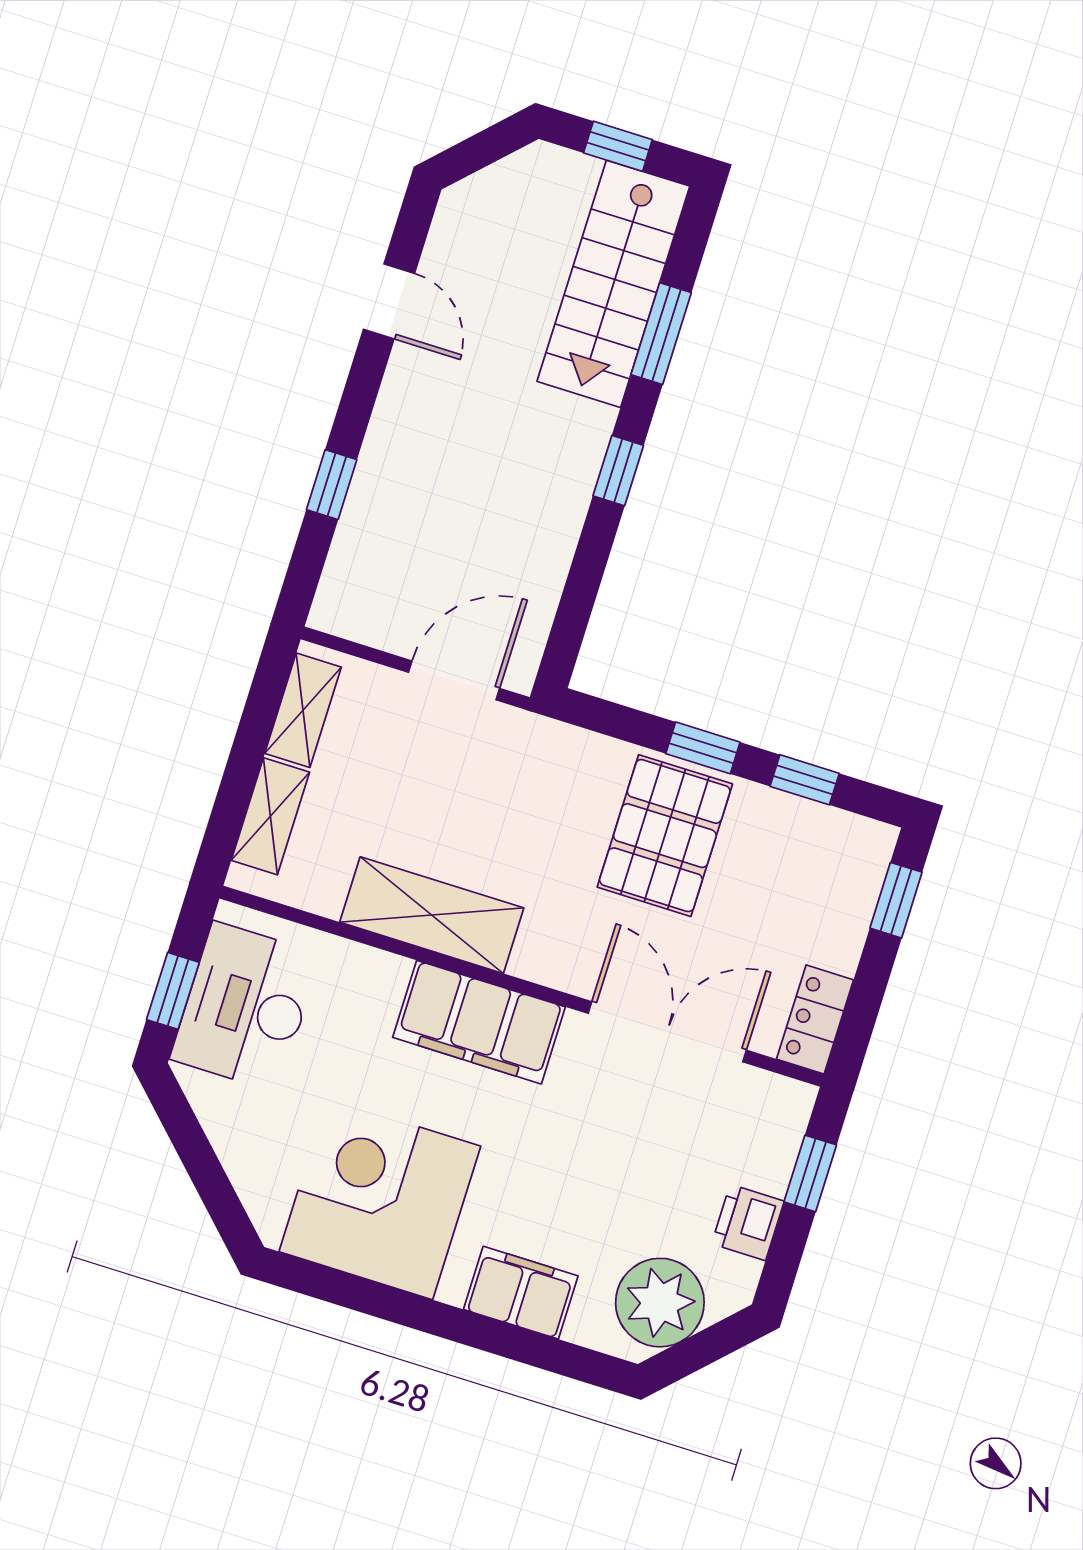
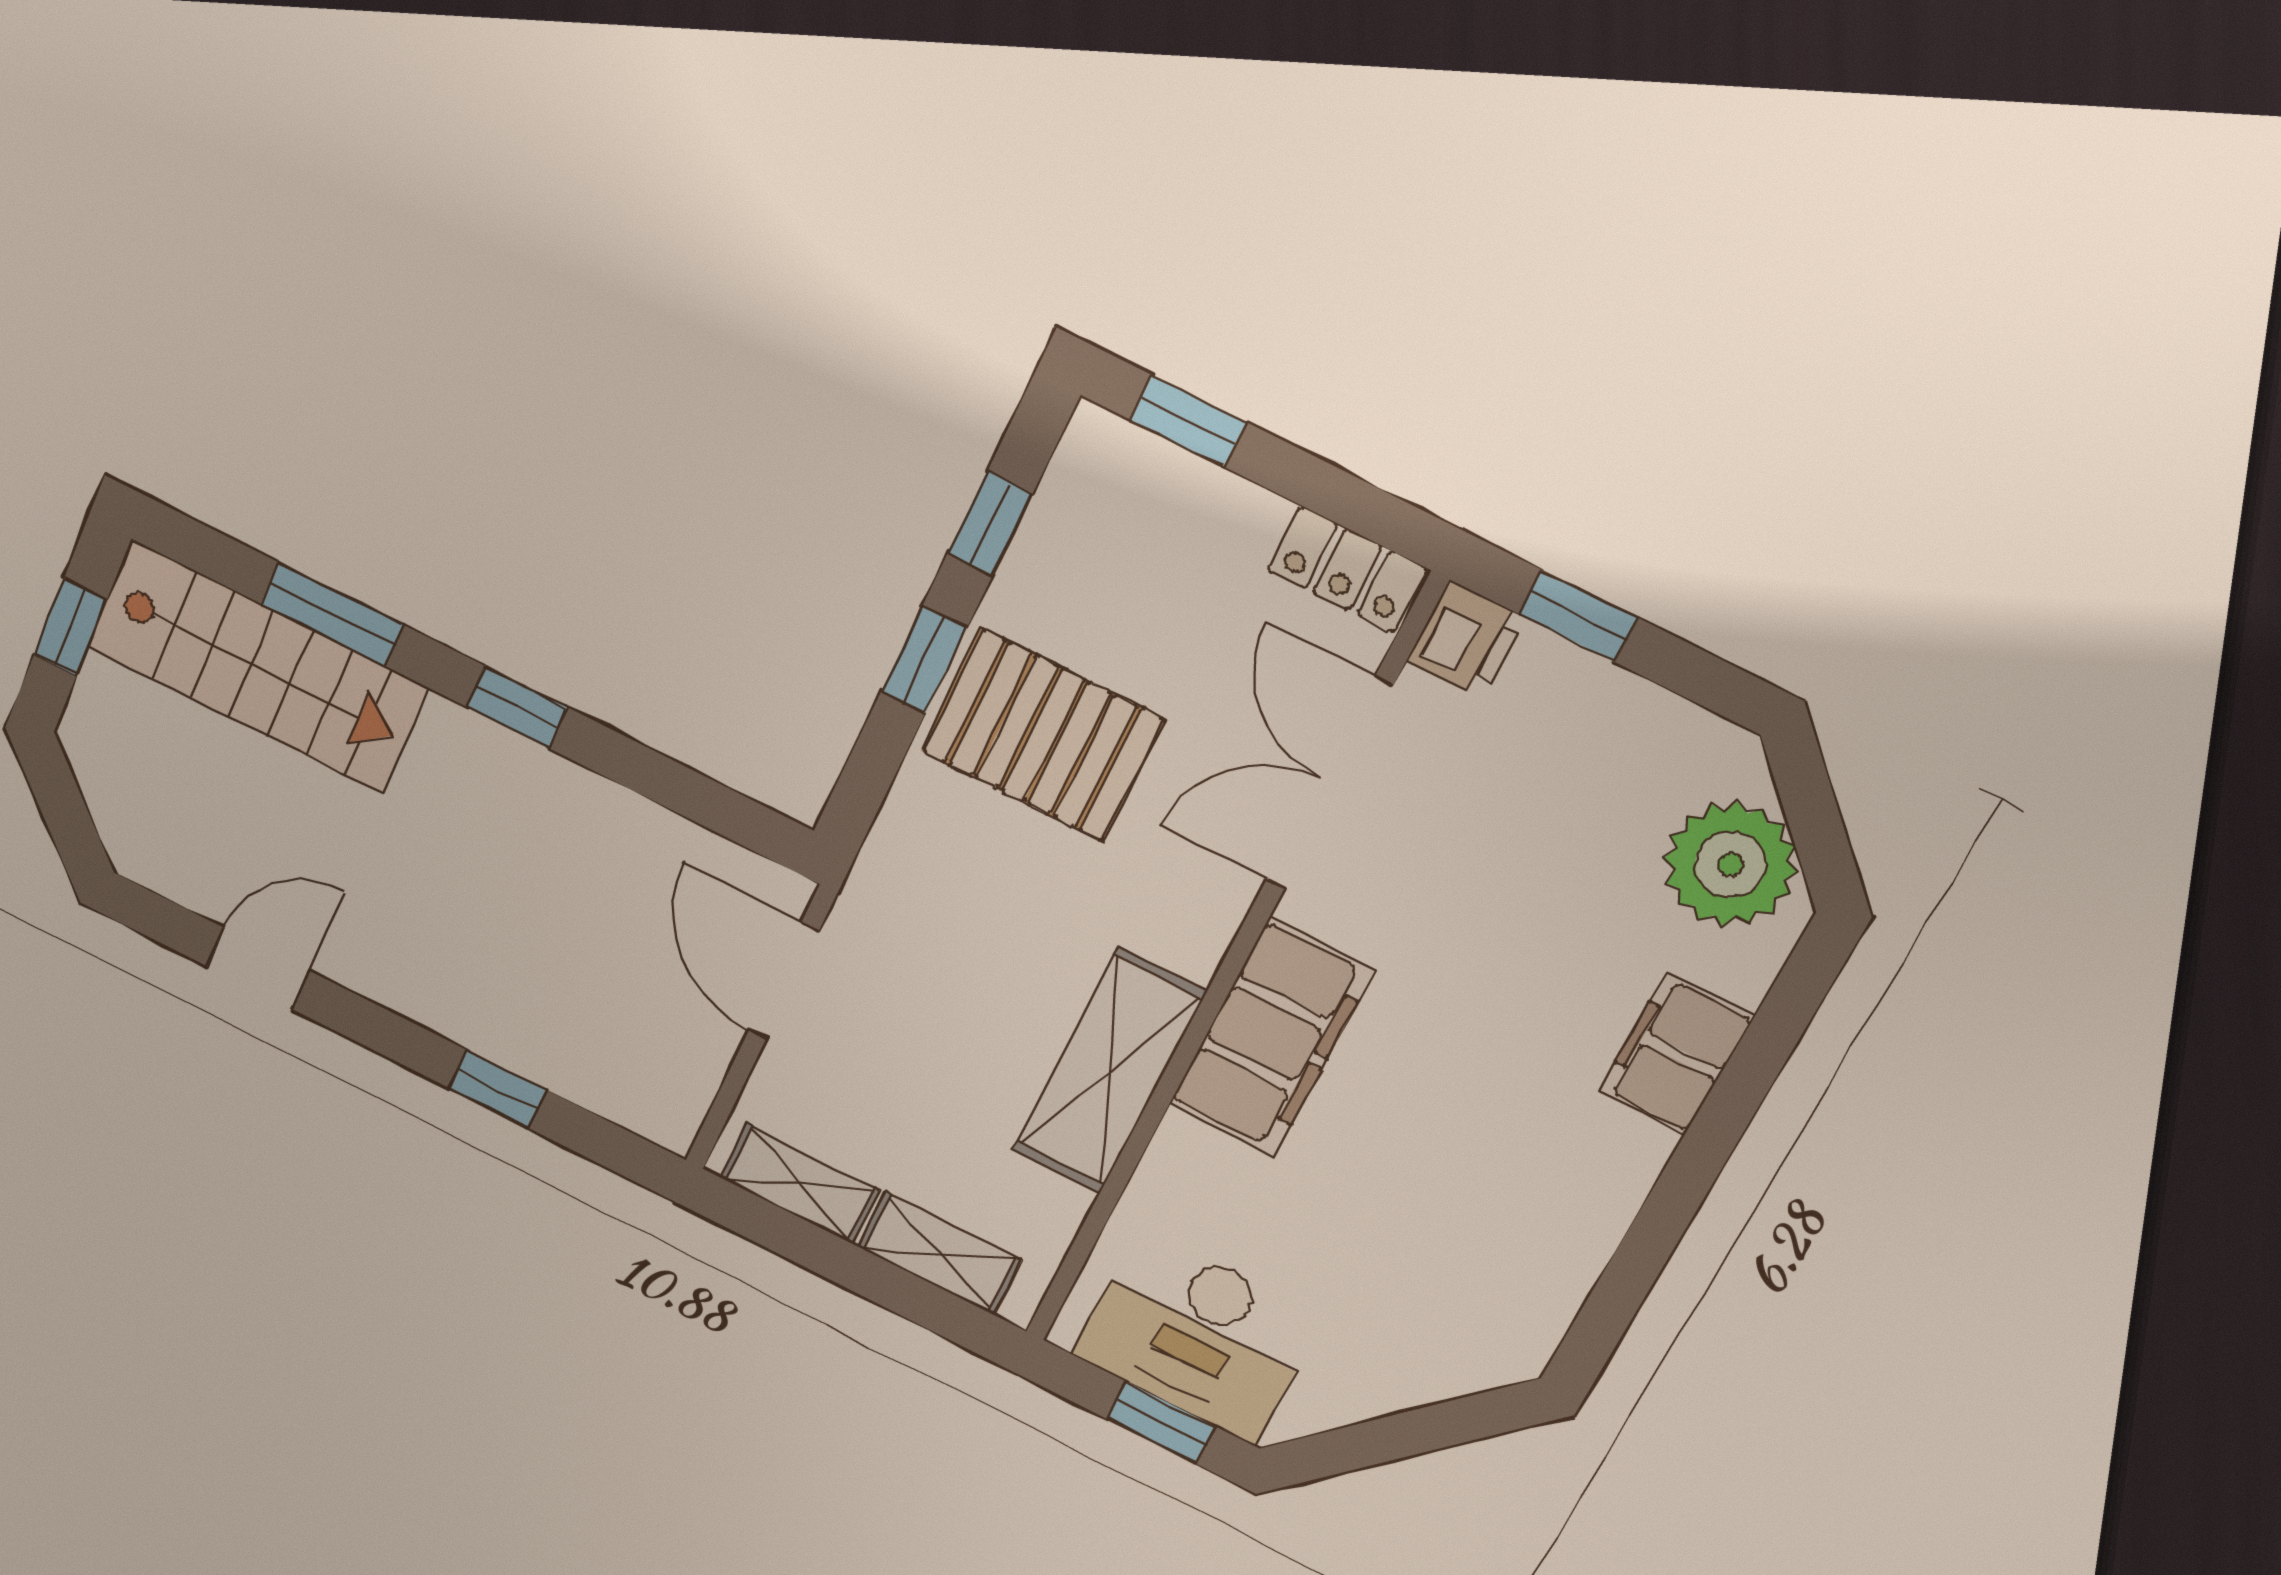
corner desk: (380, 1199) -> (1502, 1216), removed
printer: (748, 1222) -> (1466, 639), moved, turned -90

